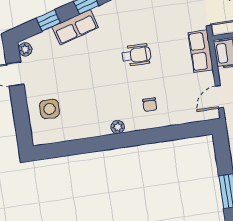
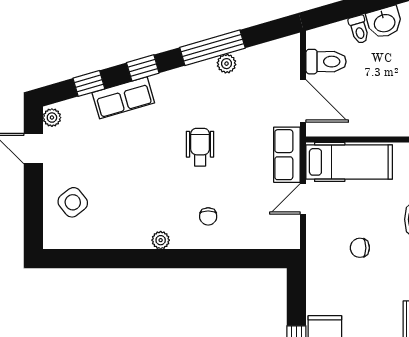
wheelchair: (136, 55) -> (200, 147), turned -90
door: (219, 97) -> (303, 199), moved
side table: (50, 109) -> (73, 202), turned -38

